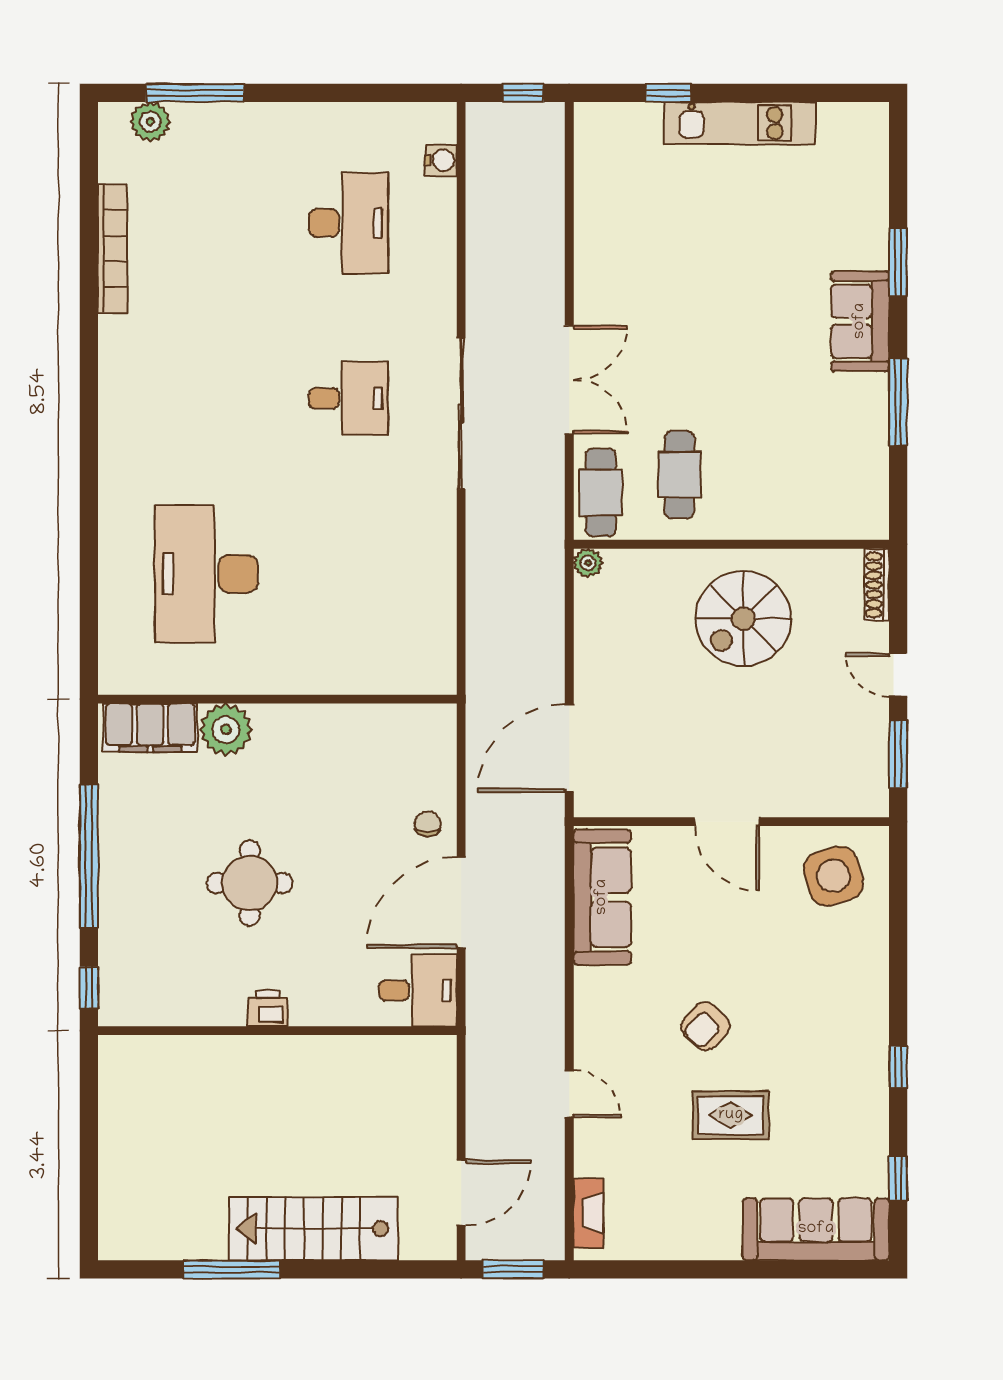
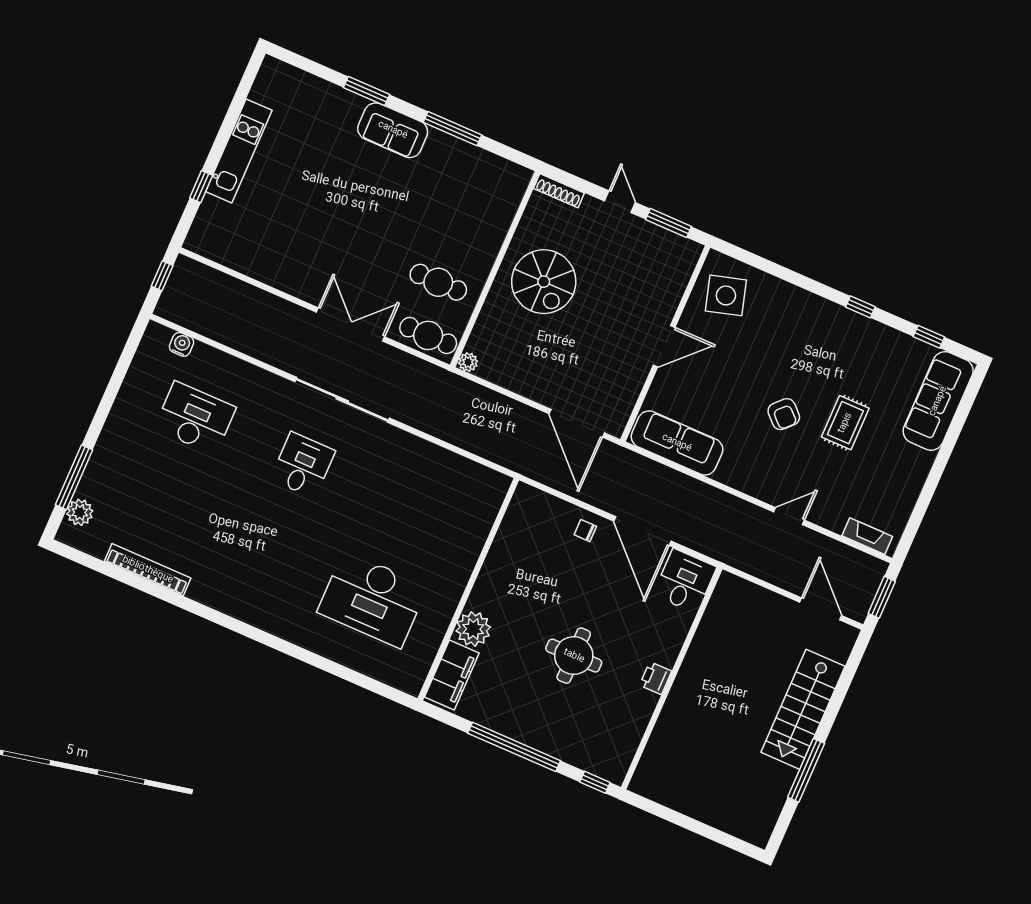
door: (898, 675) -> (620, 202), swing flipped

